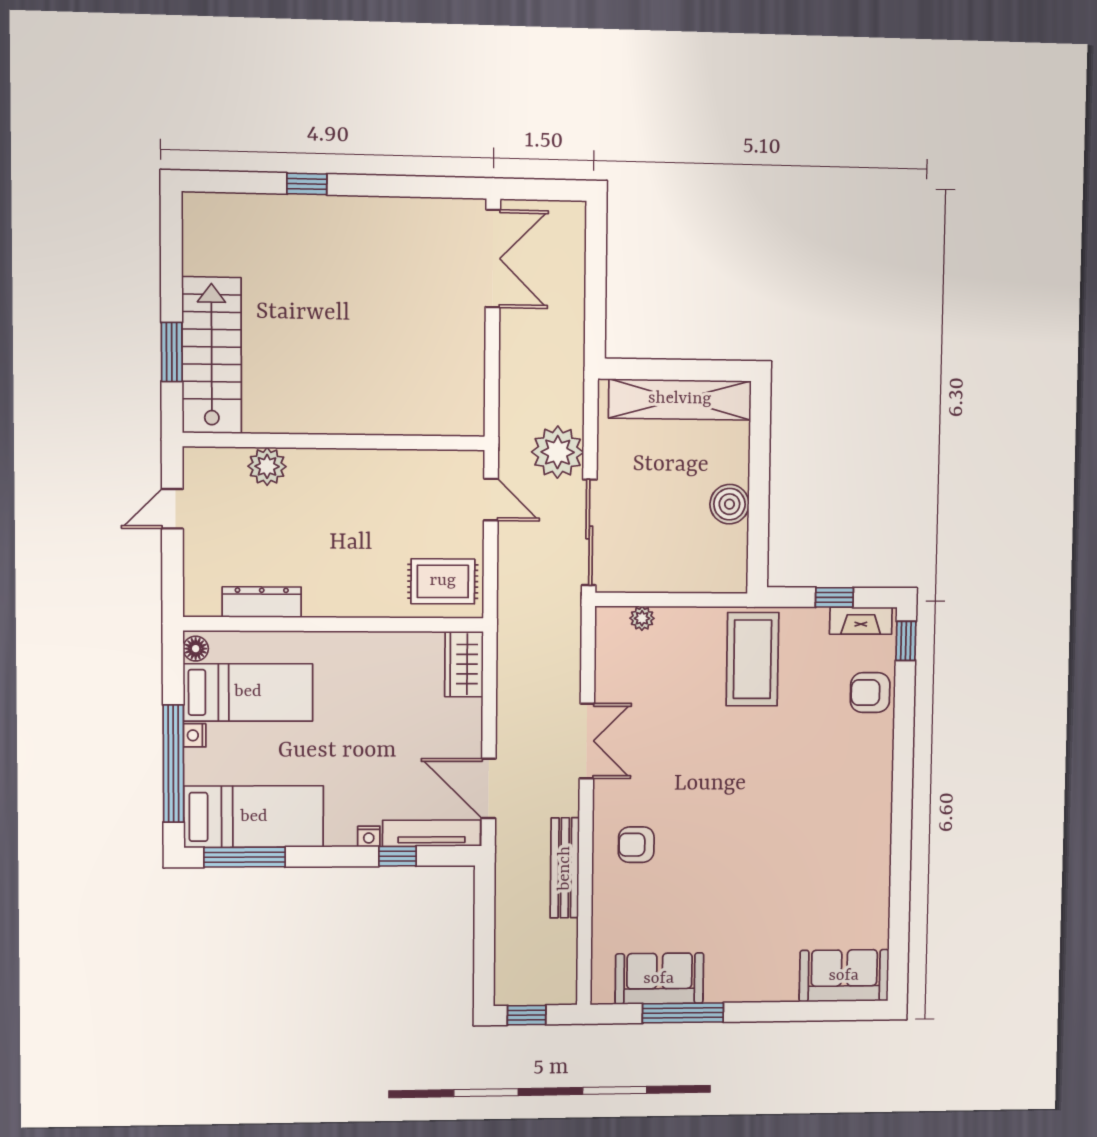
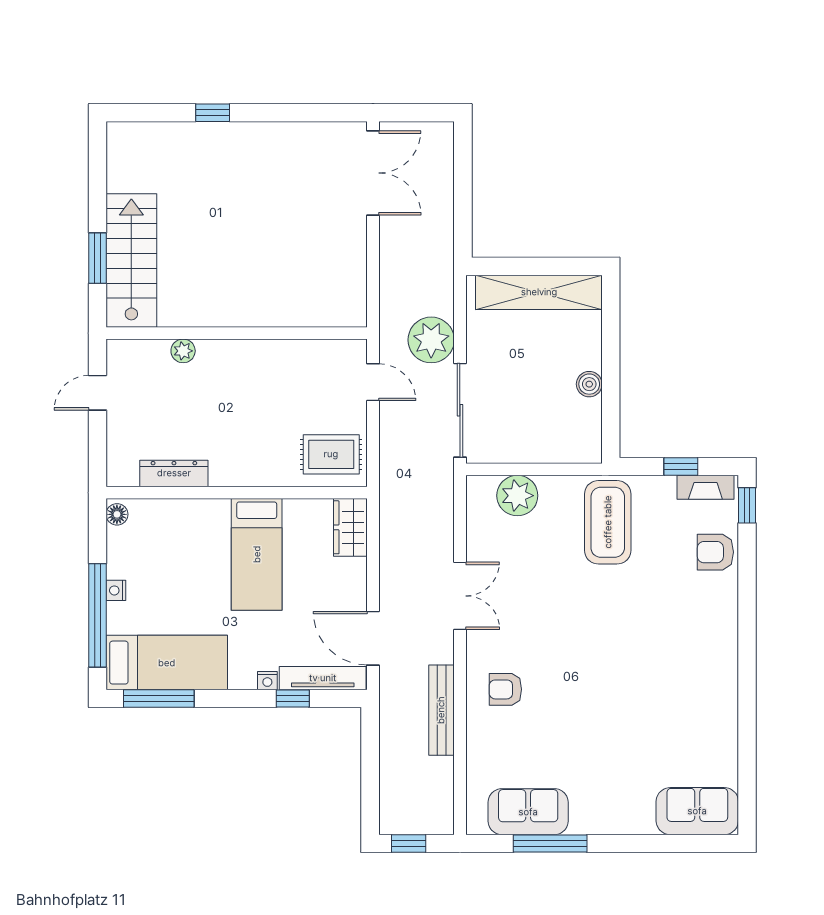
plant: (267, 466) -> (183, 351), width x0.73, depth x0.73
boiler: (729, 504) -> (589, 384), width x0.73, depth x0.73
plant: (642, 618) -> (517, 496), width x1.88, depth x1.88
bed: (248, 692) -> (257, 554), moved, turned 90

